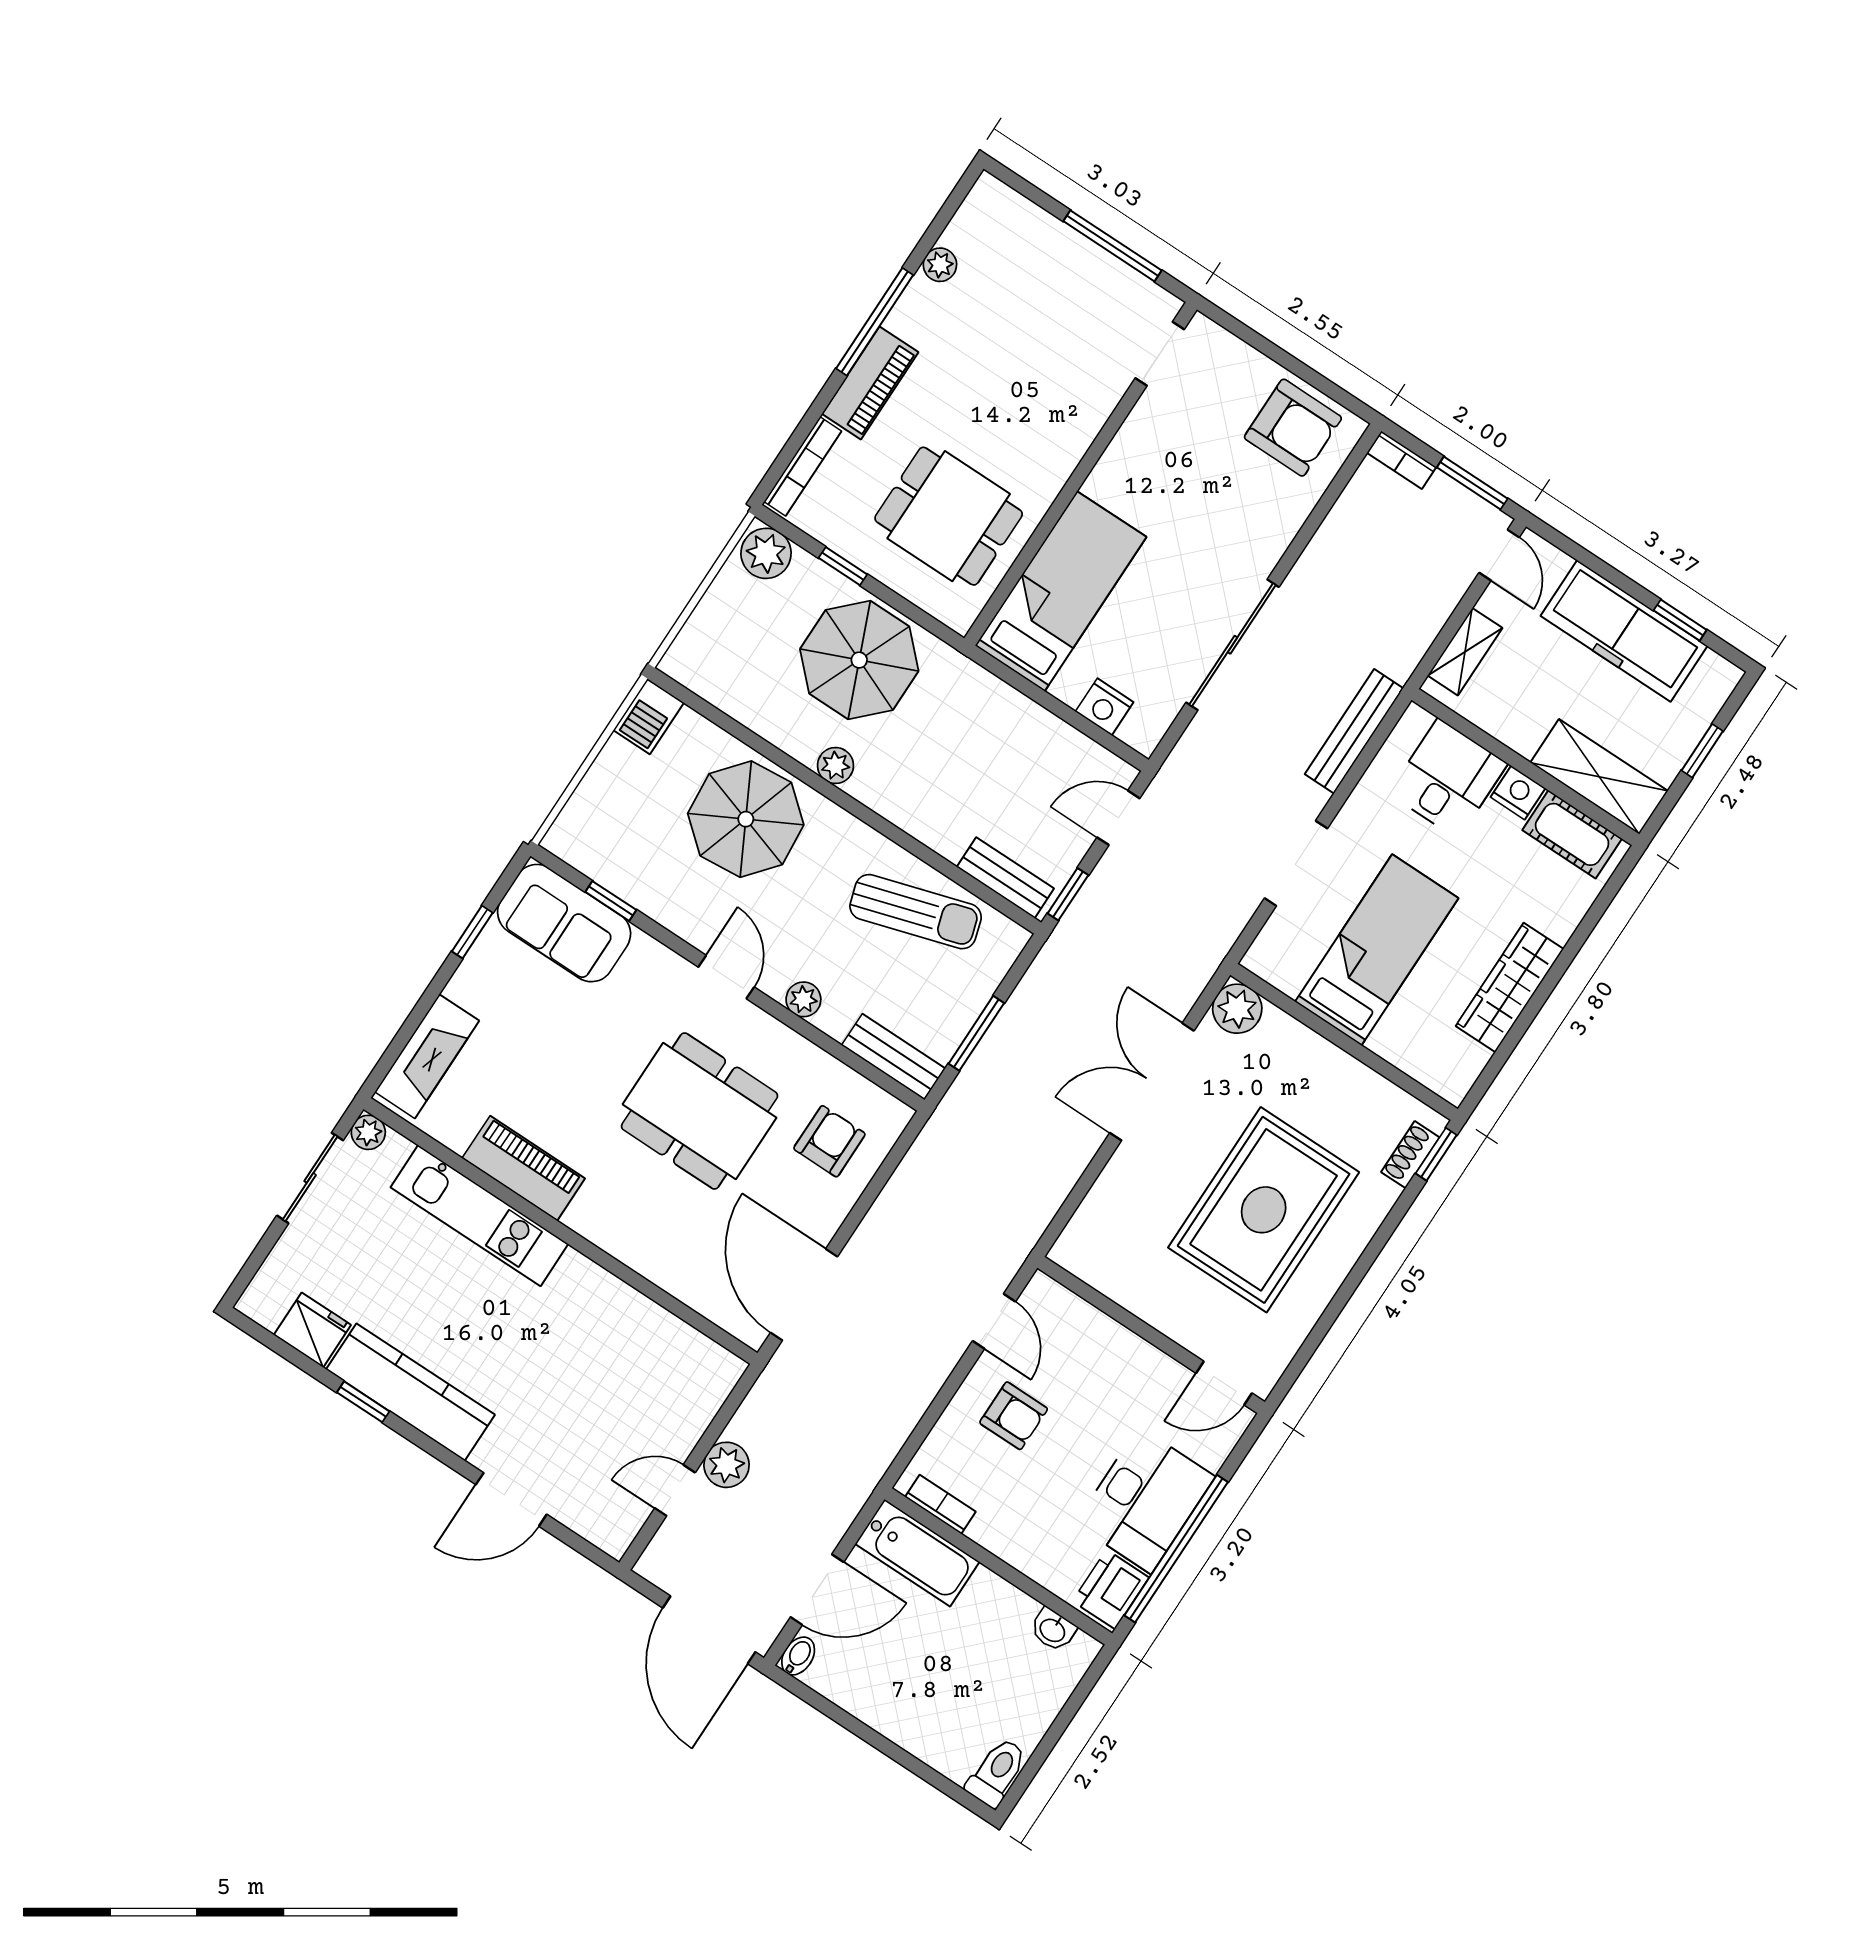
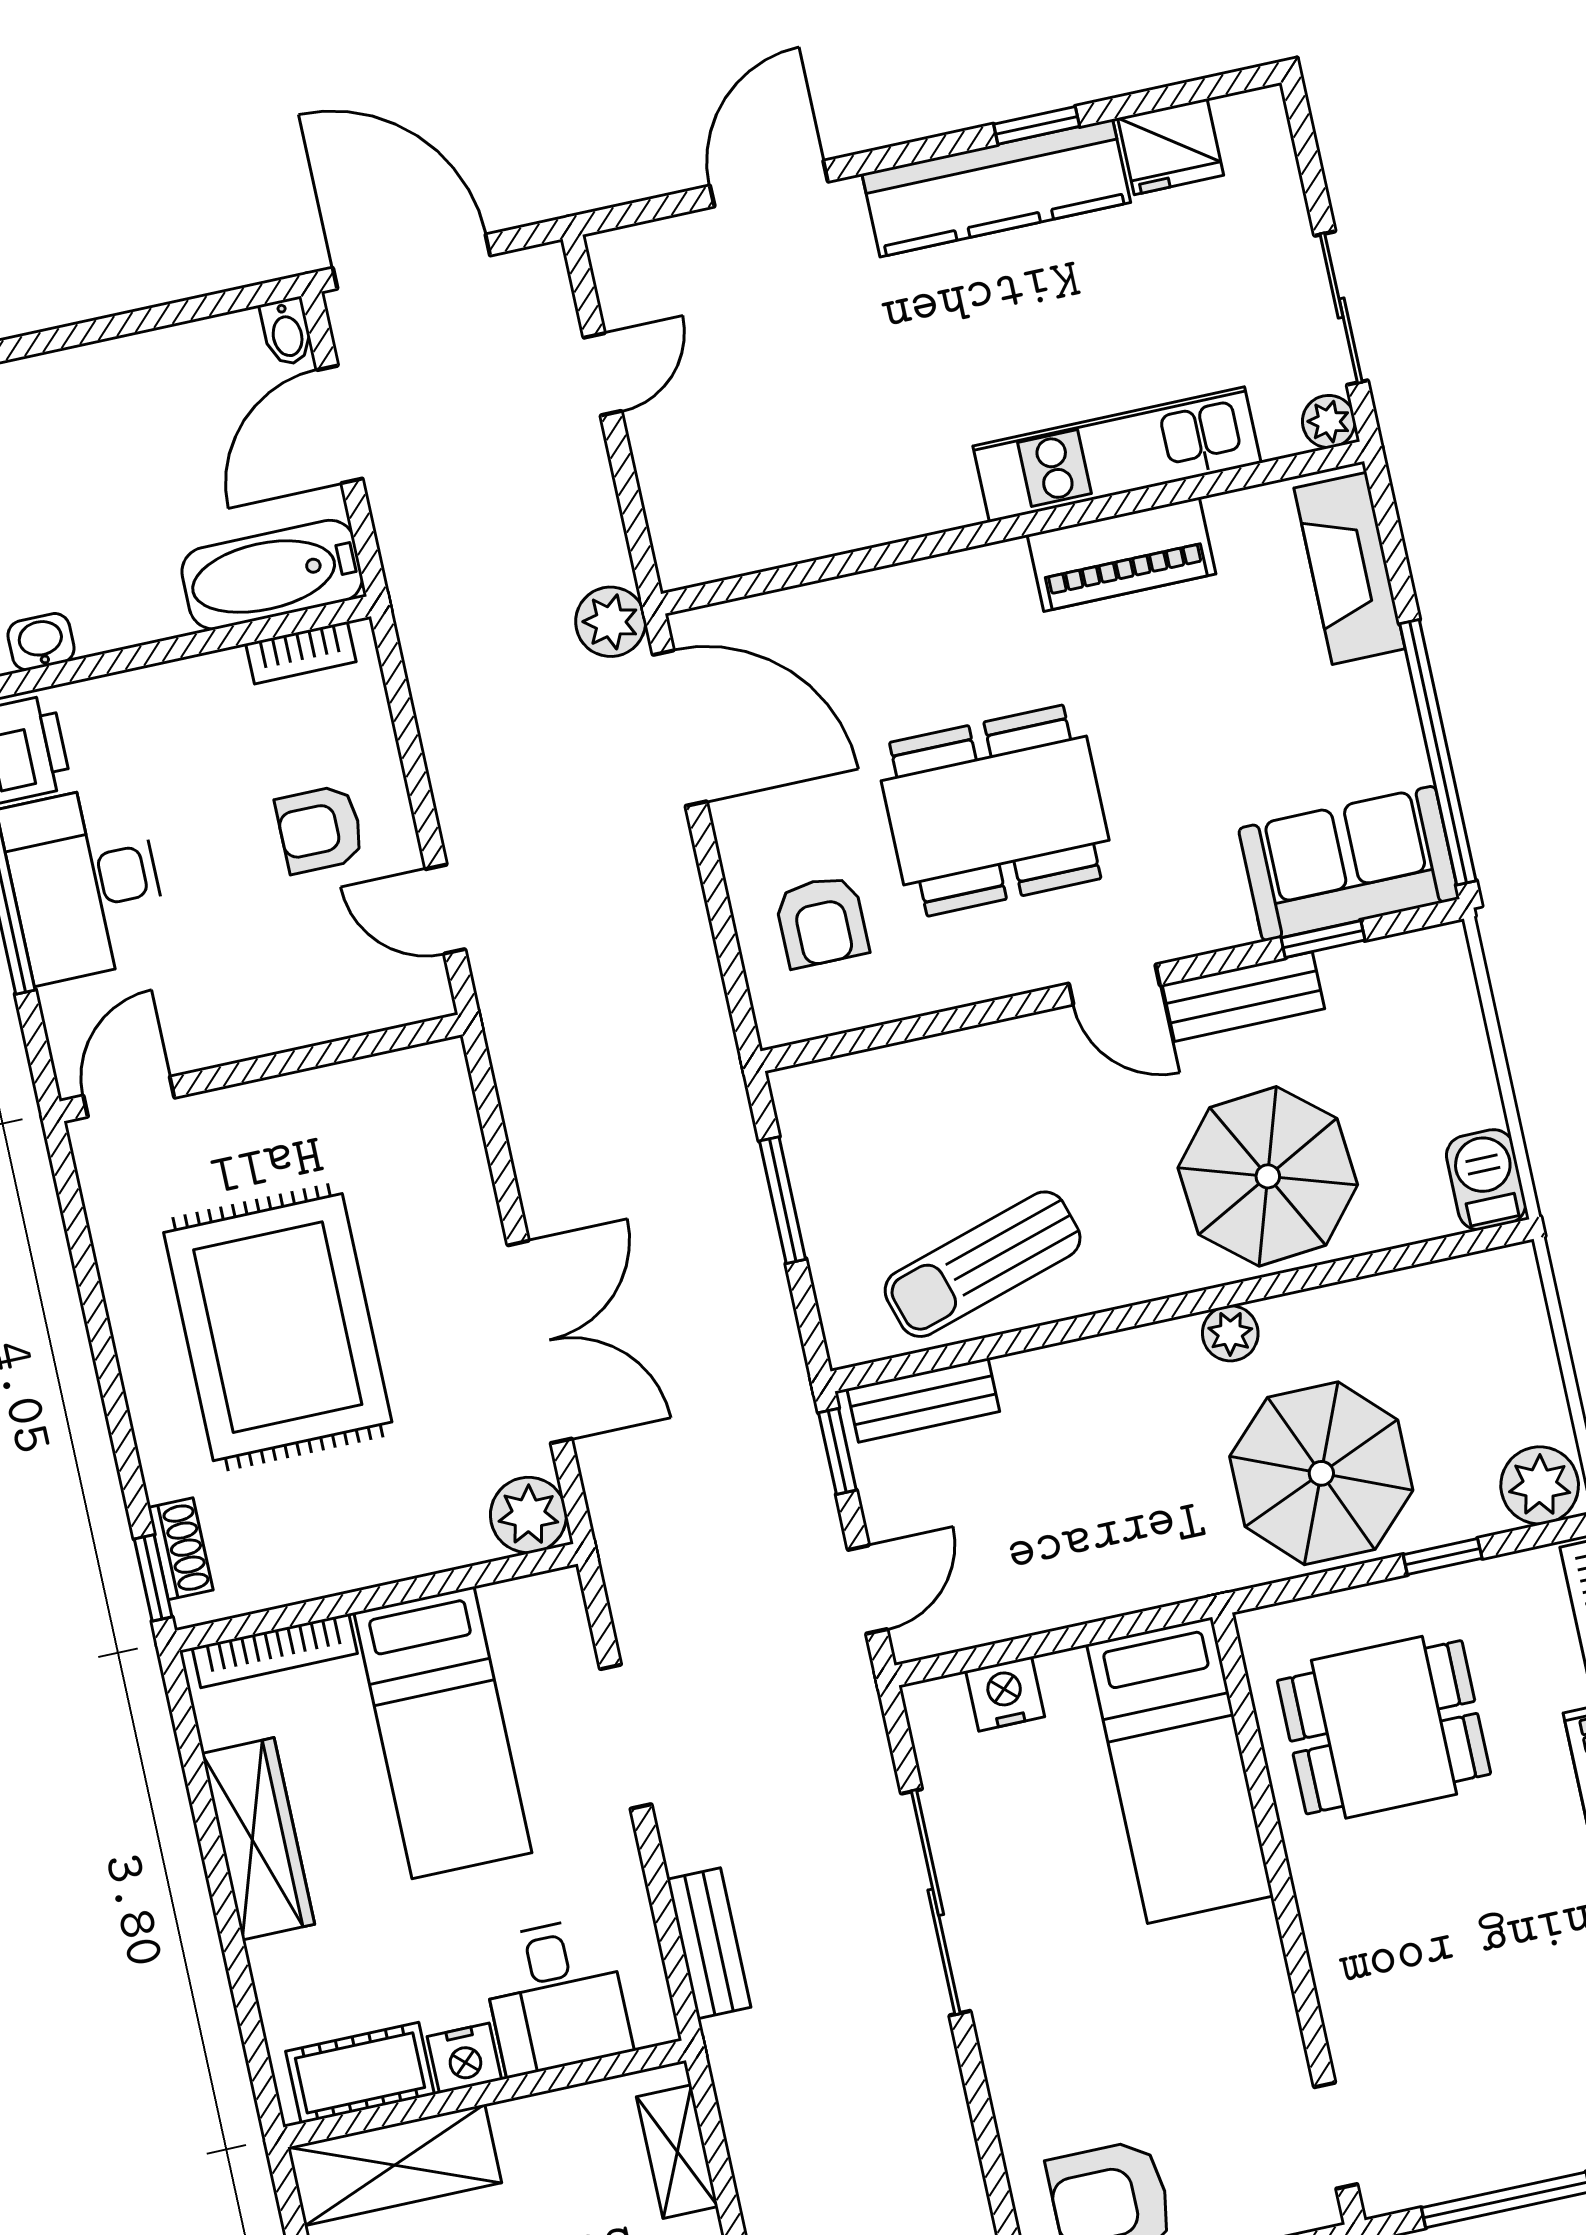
bench: (1354, 731) -> (709, 1943), width x0.73
window: (472, 932) -> (1438, 752), width x3.17
plant: (803, 999) -> (1006, 1046), removed
bench: (893, 1057) -> (1243, 997), moved
bookcase: (1415, 1065) -> (275, 1651), added
plant: (727, 1465) -> (611, 622), moved

